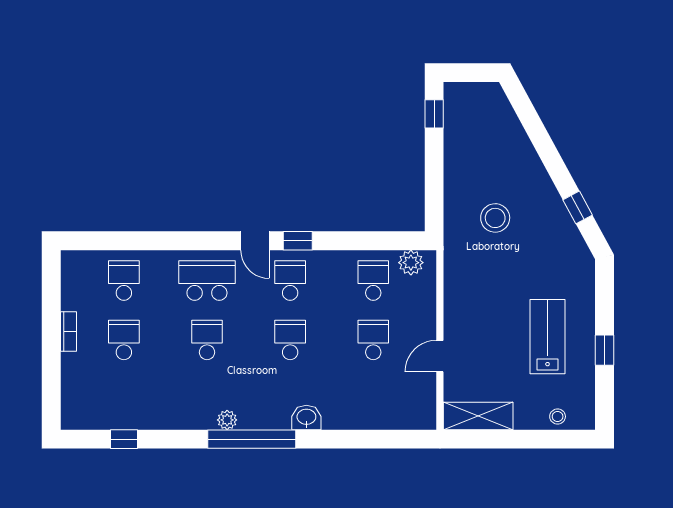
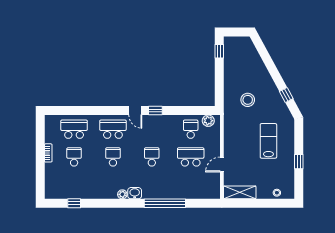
school desk: (124, 281) -> (74, 129), width x1.85
school desk: (290, 281) -> (152, 129), removed
lab bench: (548, 337) -> (268, 141), moved
school desk: (373, 340) -> (191, 157), width x1.85
washbasin: (306, 417) -> (135, 193), moved
window: (252, 439) -> (165, 203), moved

